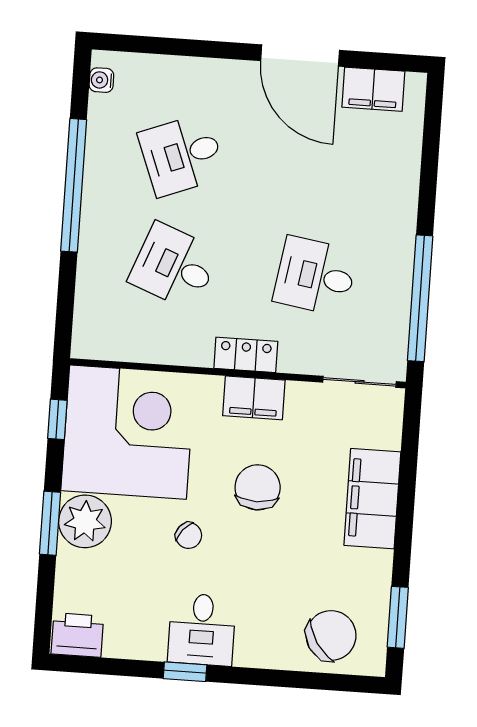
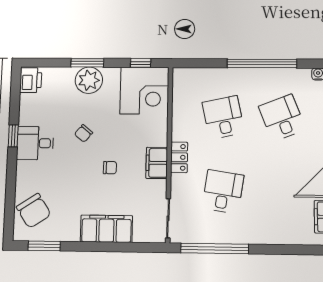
desk: (174, 266) -> (223, 117), turned -33
corner desk: (128, 432) -> (144, 91), width x0.74, depth x0.74
chair: (258, 487) -> (110, 168), width x0.54, depth x0.54

